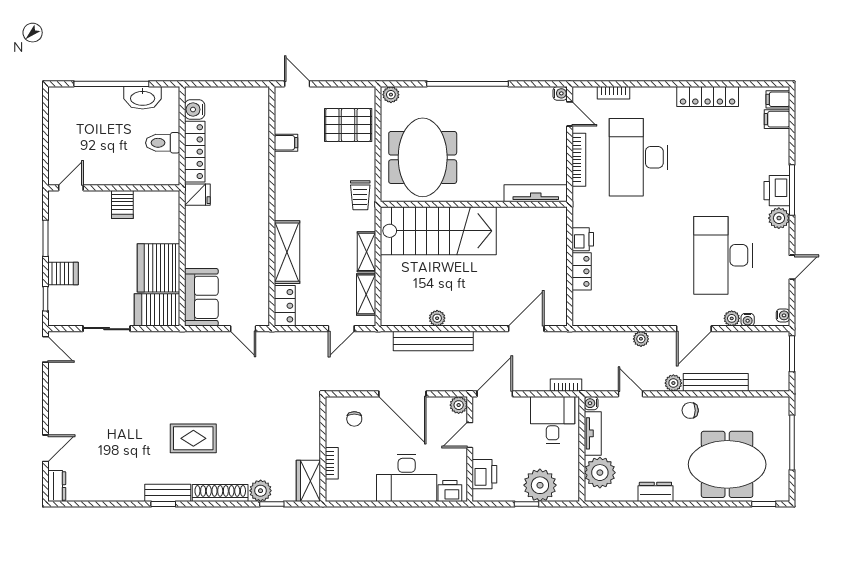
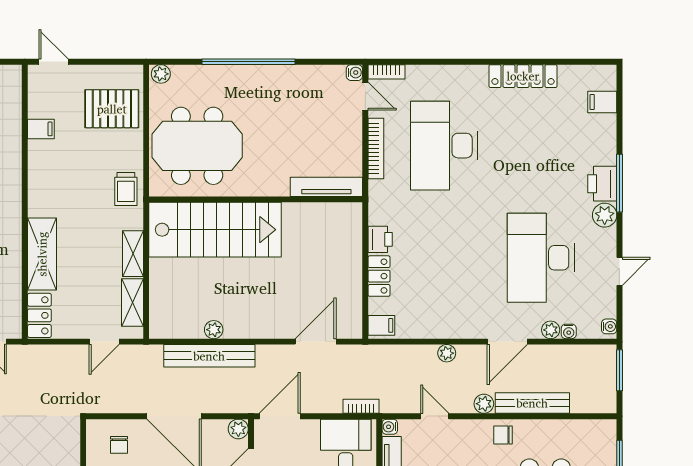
bookcase: (613, 93) -> (386, 72), moved
filing cabinet: (778, 99) -> (381, 325), moved, turned 180
meeting table: (423, 157) -> (197, 146), turned 90

